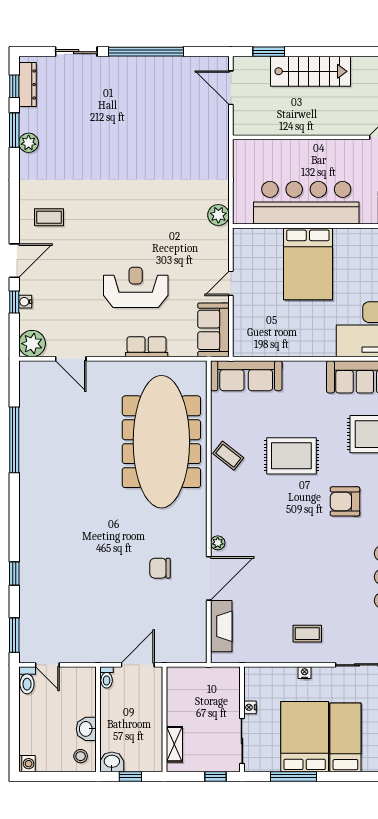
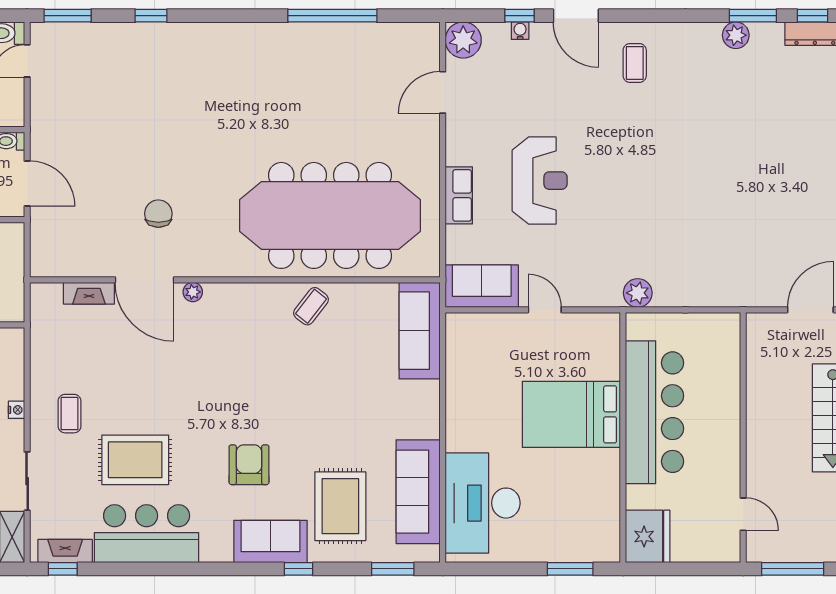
rug: (291, 456) -> (135, 460), moved, turned 90
fireplace: (221, 626) -> (89, 293), width x0.73, depth x0.76

